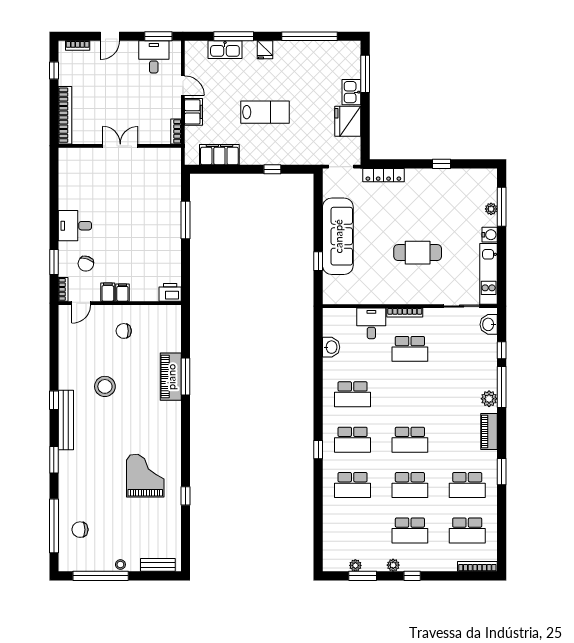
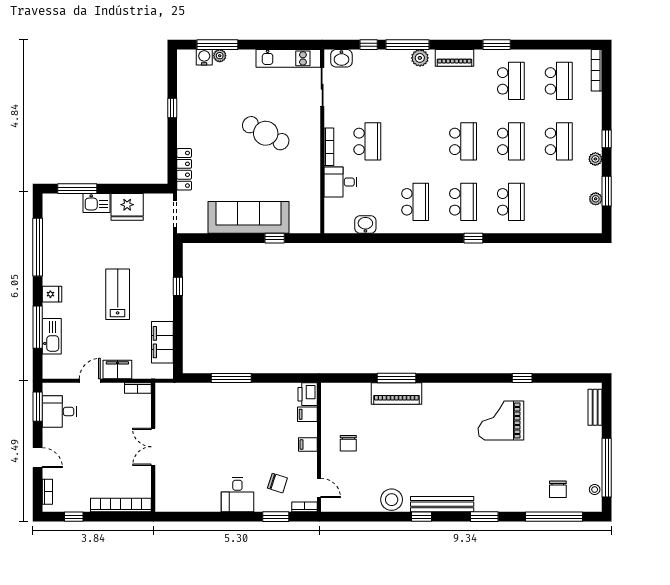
water cooler: (490, 235) -> (204, 57), moved
cafe table: (418, 253) -> (266, 133), turned -61
filing cabinet: (108, 292) -> (307, 414), moved
stool: (105, 386) -> (392, 500), moved
stool: (120, 565) -> (595, 490), moved

